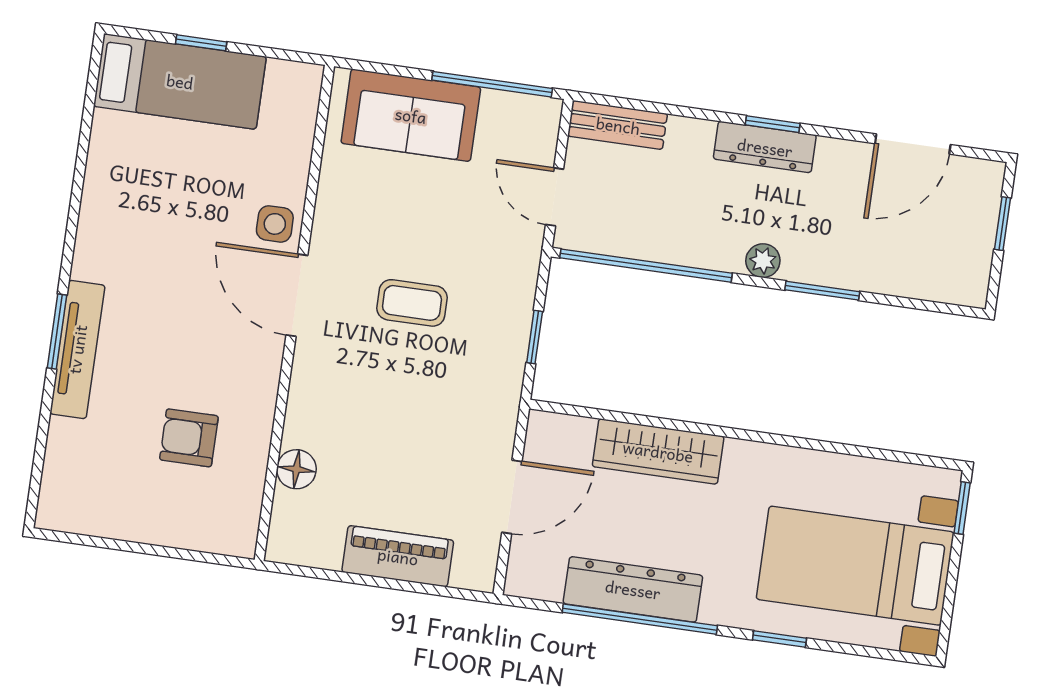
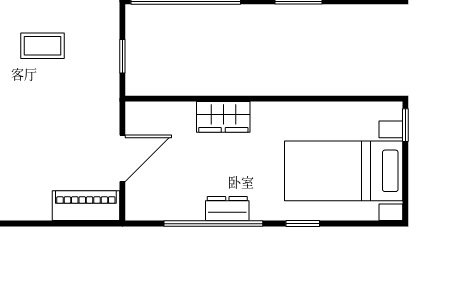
wardrobe: (658, 451) -> (223, 117), width x0.67
piano: (398, 556) -> (86, 206), moved
dresser: (633, 589) -> (227, 209), width x0.51, depth x0.80

